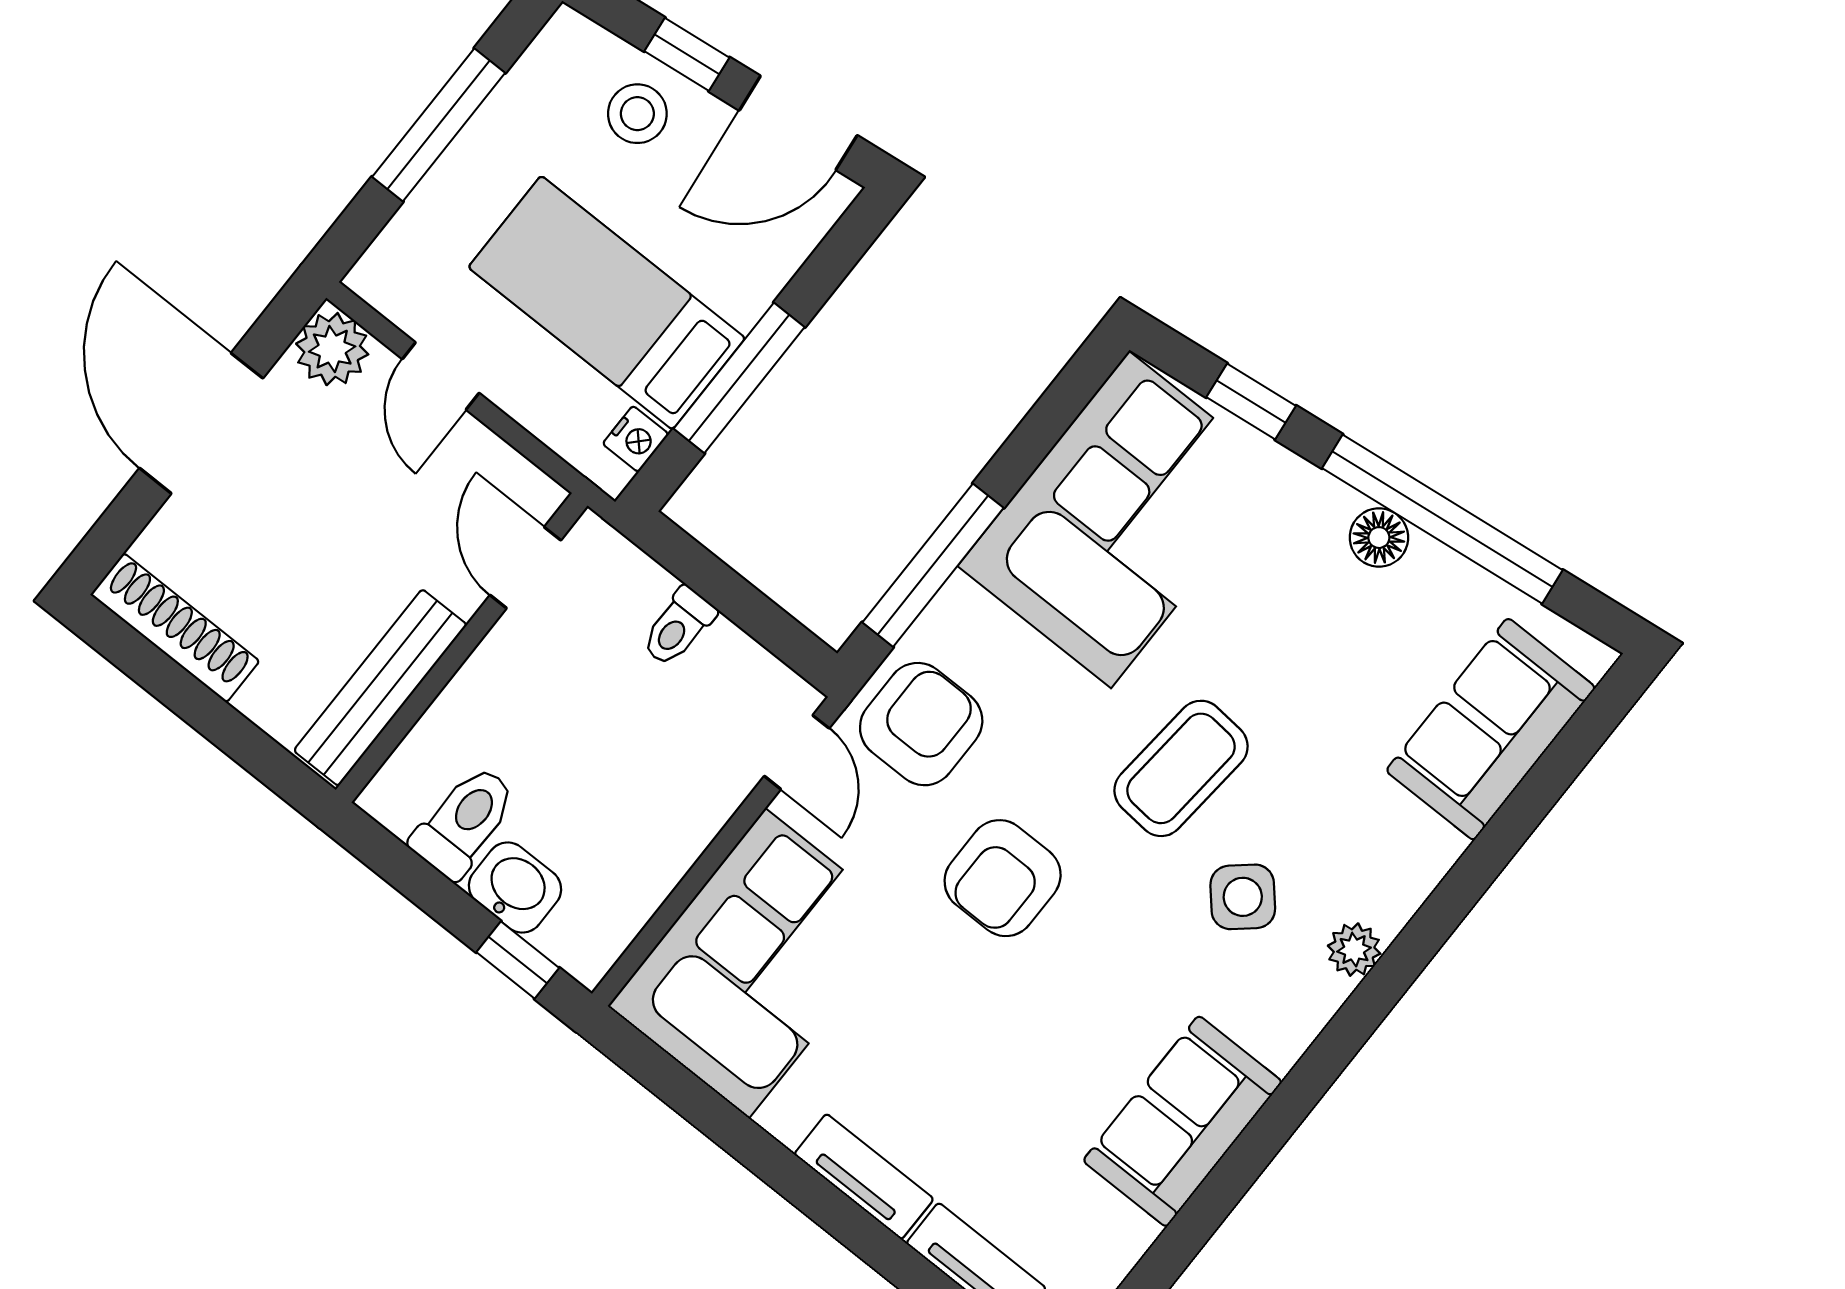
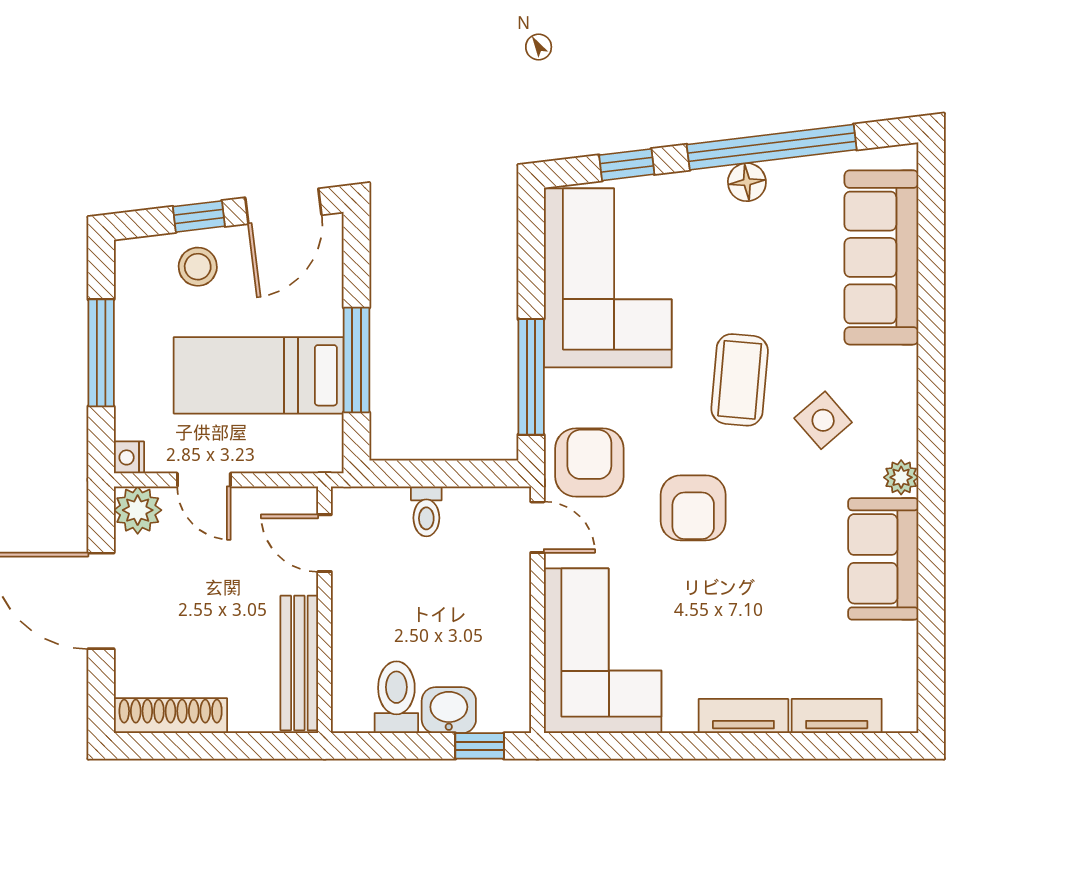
nightstand: (636, 439) -> (129, 457), moved, turned 180
sofa: (1491, 729) -> (881, 257), width x1.36
plant: (1354, 950) -> (901, 477), moved

